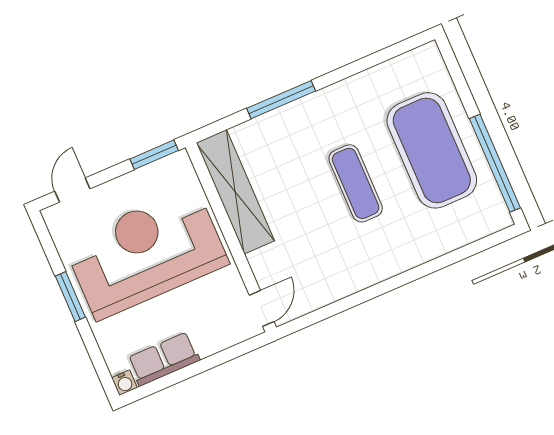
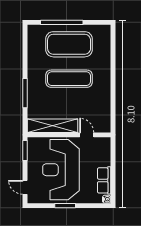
window: (495, 163) -> (62, 22), moved
exercise mat: (356, 183) -> (69, 79), width x1.36, depth x1.45
door: (262, 308) -> (87, 135), moved

